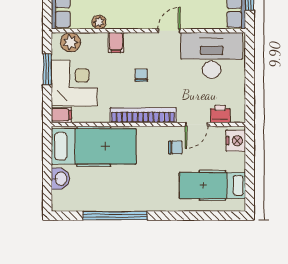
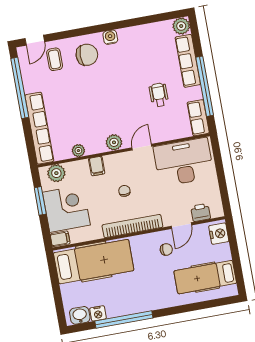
plant: (139, 20) -> (114, 142), added
washbasin: (60, 179) -> (80, 315), moved, turned -90
nightstand: (88, 204) -> (98, 313), added

